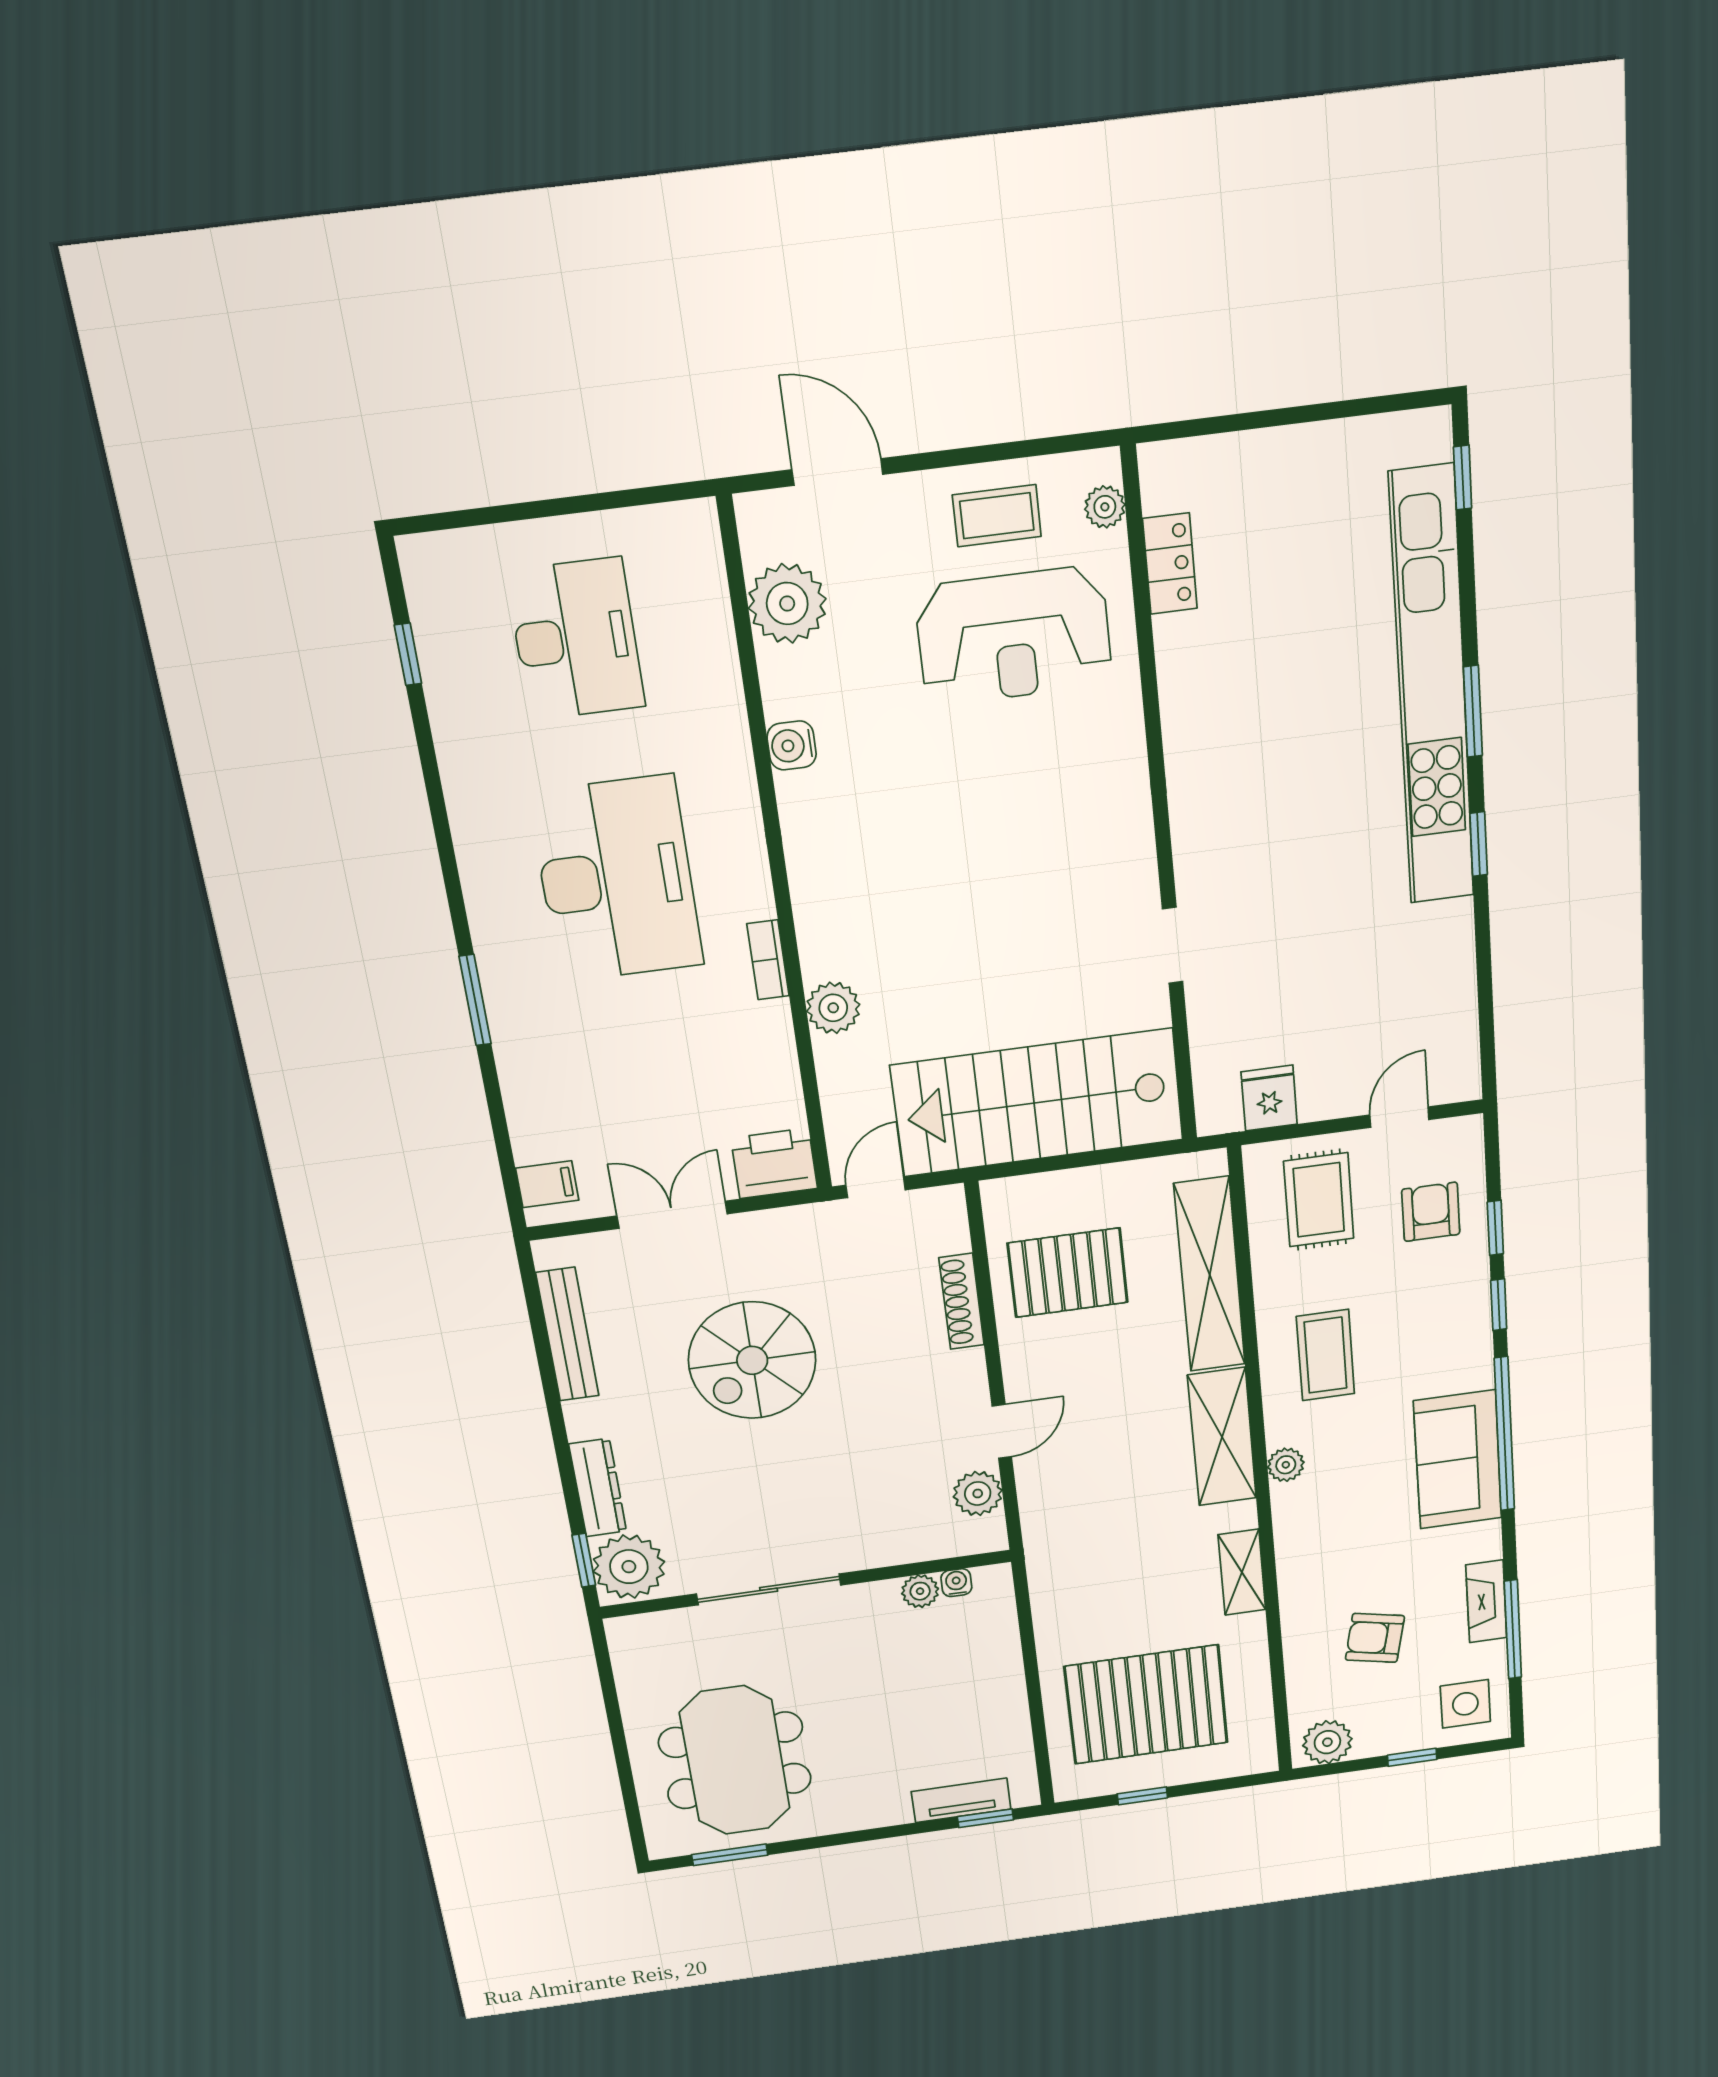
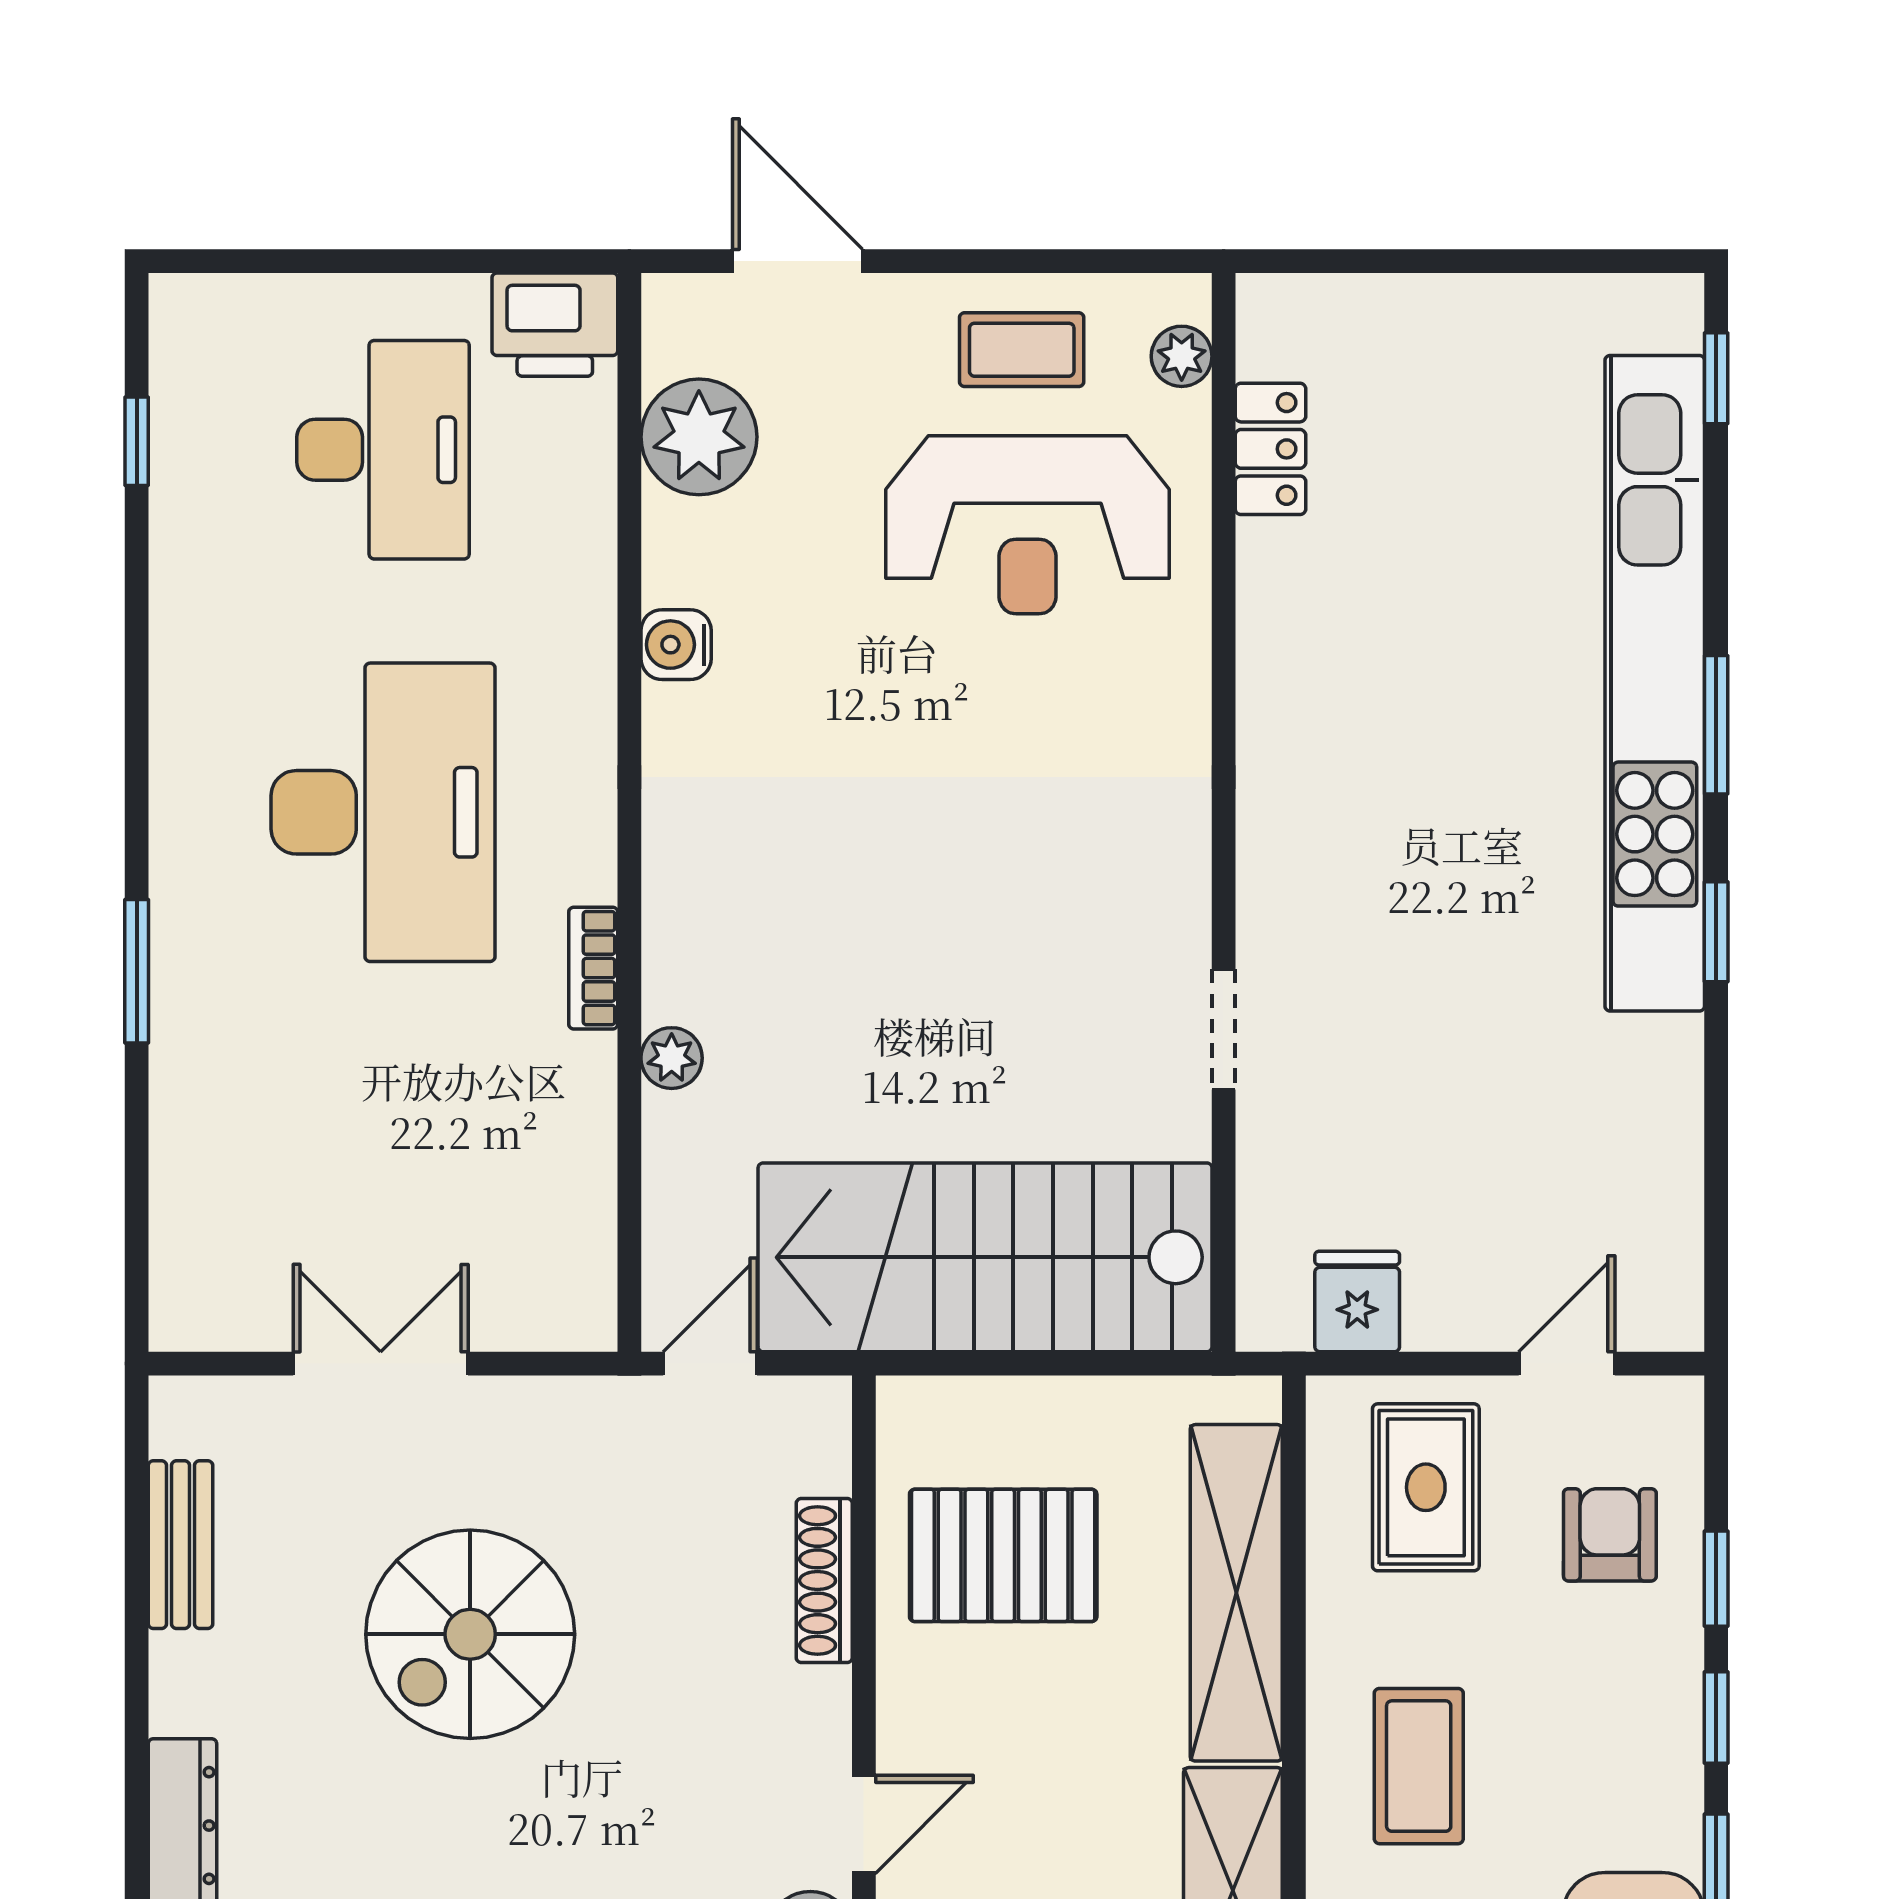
plant: (833, 1008) -> (672, 1058), width x0.73, depth x0.73
printer: (774, 1163) -> (555, 325), moved, turned 180
filing cabinet: (547, 1184) -> (193, 1284), removed
bench: (567, 1334) -> (181, 1545), width x0.73

